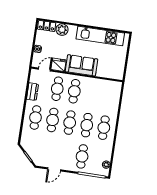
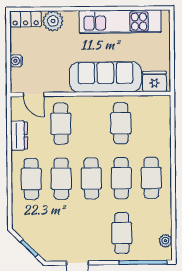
fridge: (58, 65) -> (154, 81), moved
sofa: (81, 65) -> (105, 77), width x1.36
door: (44, 70) -> (34, 94), swing flipped
cafe table: (74, 91) -> (121, 123), moved

